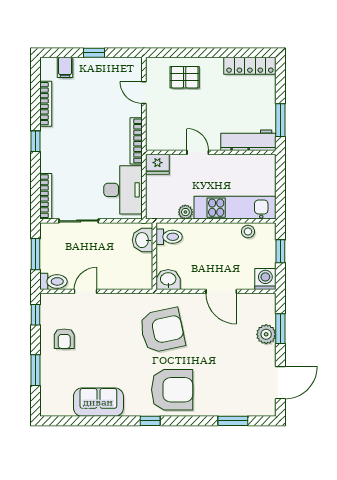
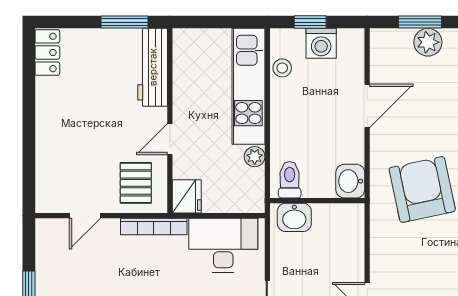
locker: (250, 66) -> (47, 52), width x0.66
pallet: (185, 77) -> (136, 183), moved
washing machine: (265, 279) -> (321, 43), moved, turned -90

